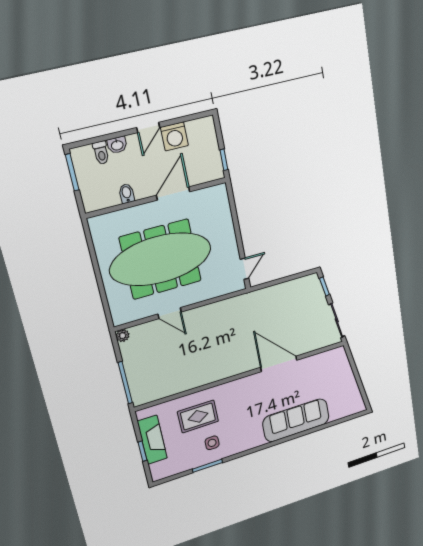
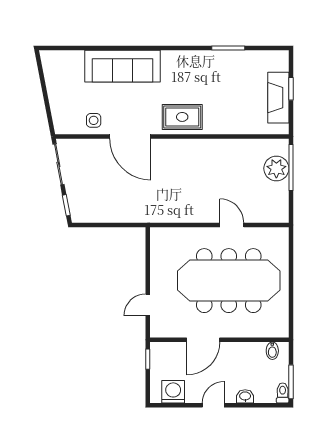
washing machine: (174, 136) -> (173, 392), moved
toilet: (101, 153) -> (283, 393), moved
bidet: (127, 194) -> (272, 351), moved
door: (245, 269) -> (148, 305), moved
plant: (123, 336) -> (276, 168), moved, width x1.88, depth x1.88
rug: (198, 416) -> (182, 117), moved
side table: (212, 443) -> (94, 120), moved

